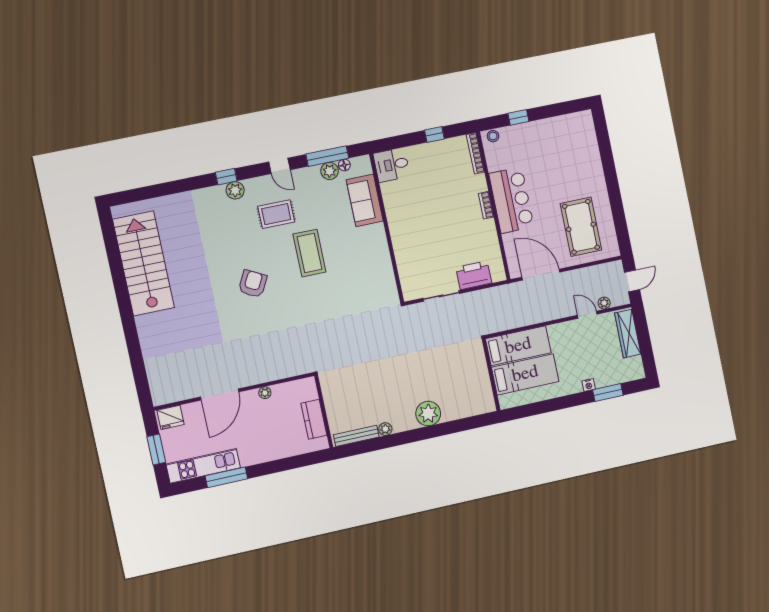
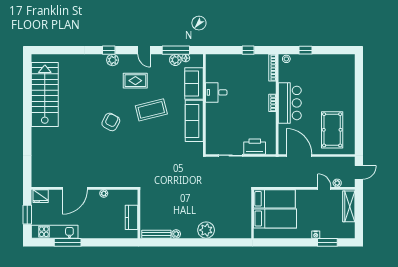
desk: (392, 165) -> (216, 92), moved
coffee table: (309, 253) -> (151, 110), turned 76
sofa: (377, 256) -> (194, 121), added

